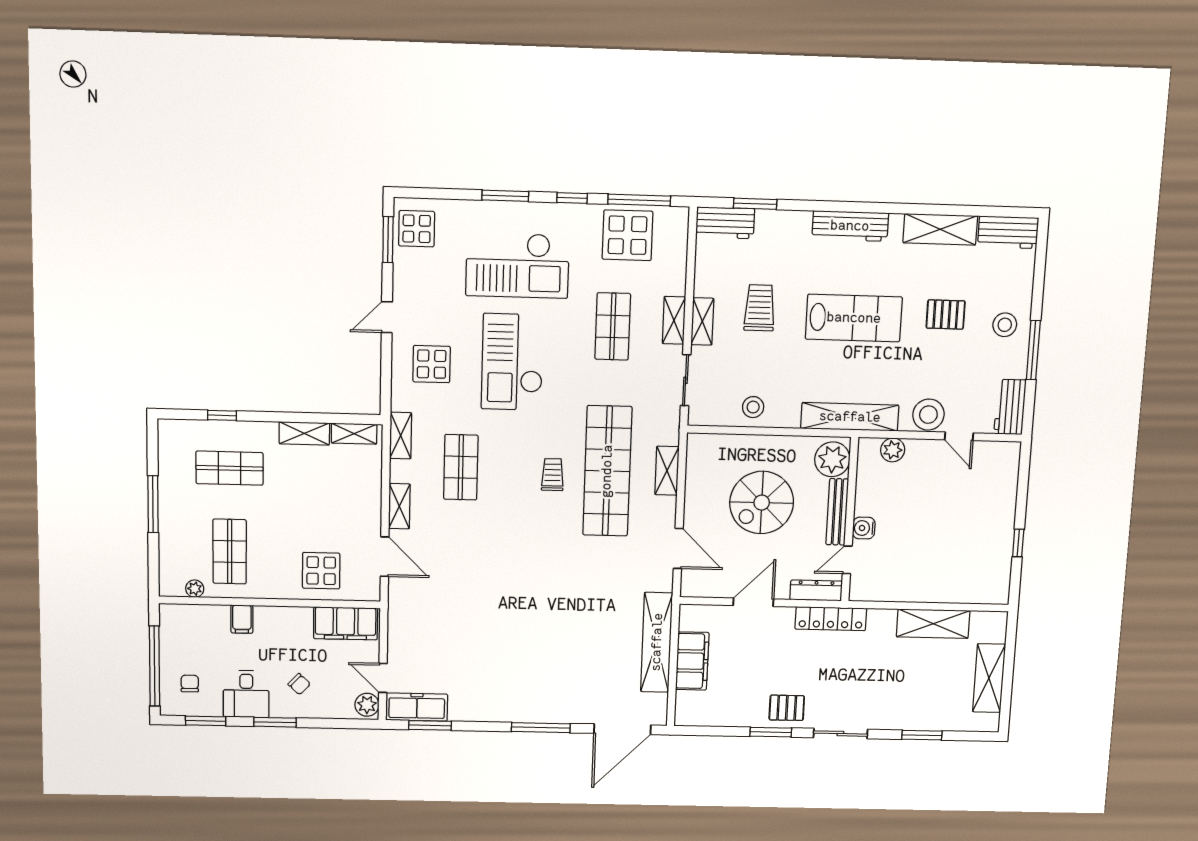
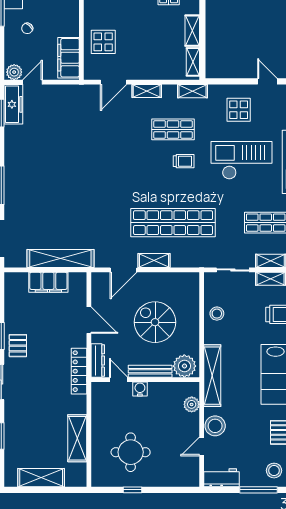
shelving: (667, 471) -> (154, 261), moved
trolley: (553, 475) -> (184, 161), moved
round table: (960, 544) -> (131, 452), added

